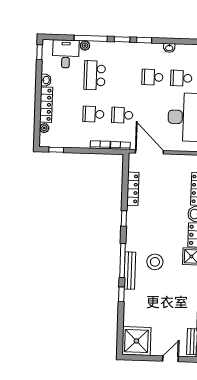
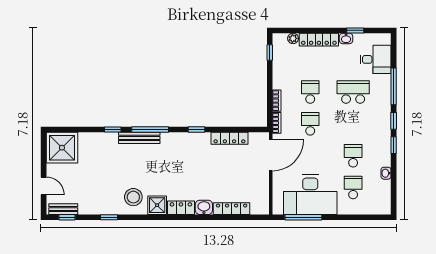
plant: (85, 46) -> (385, 80), removed
window: (40, 52) -> (355, 30), moved
stool: (155, 262) -> (133, 197), moved

